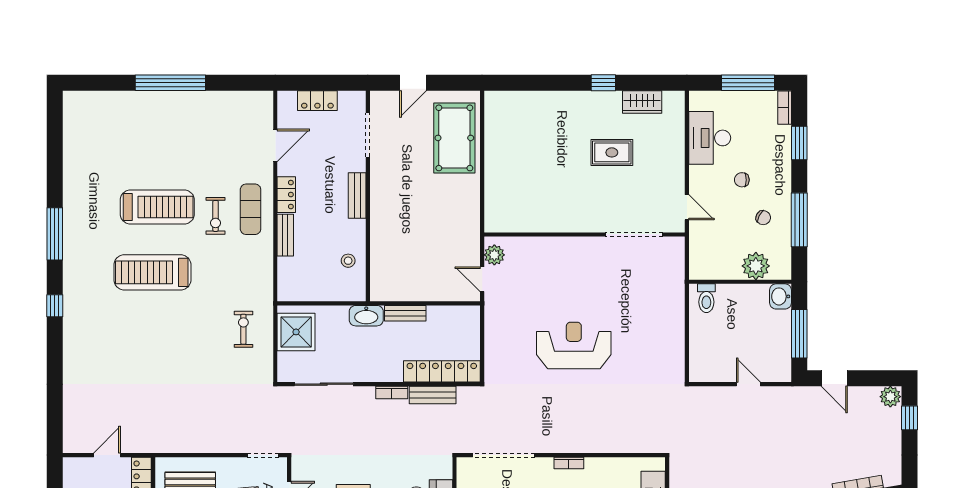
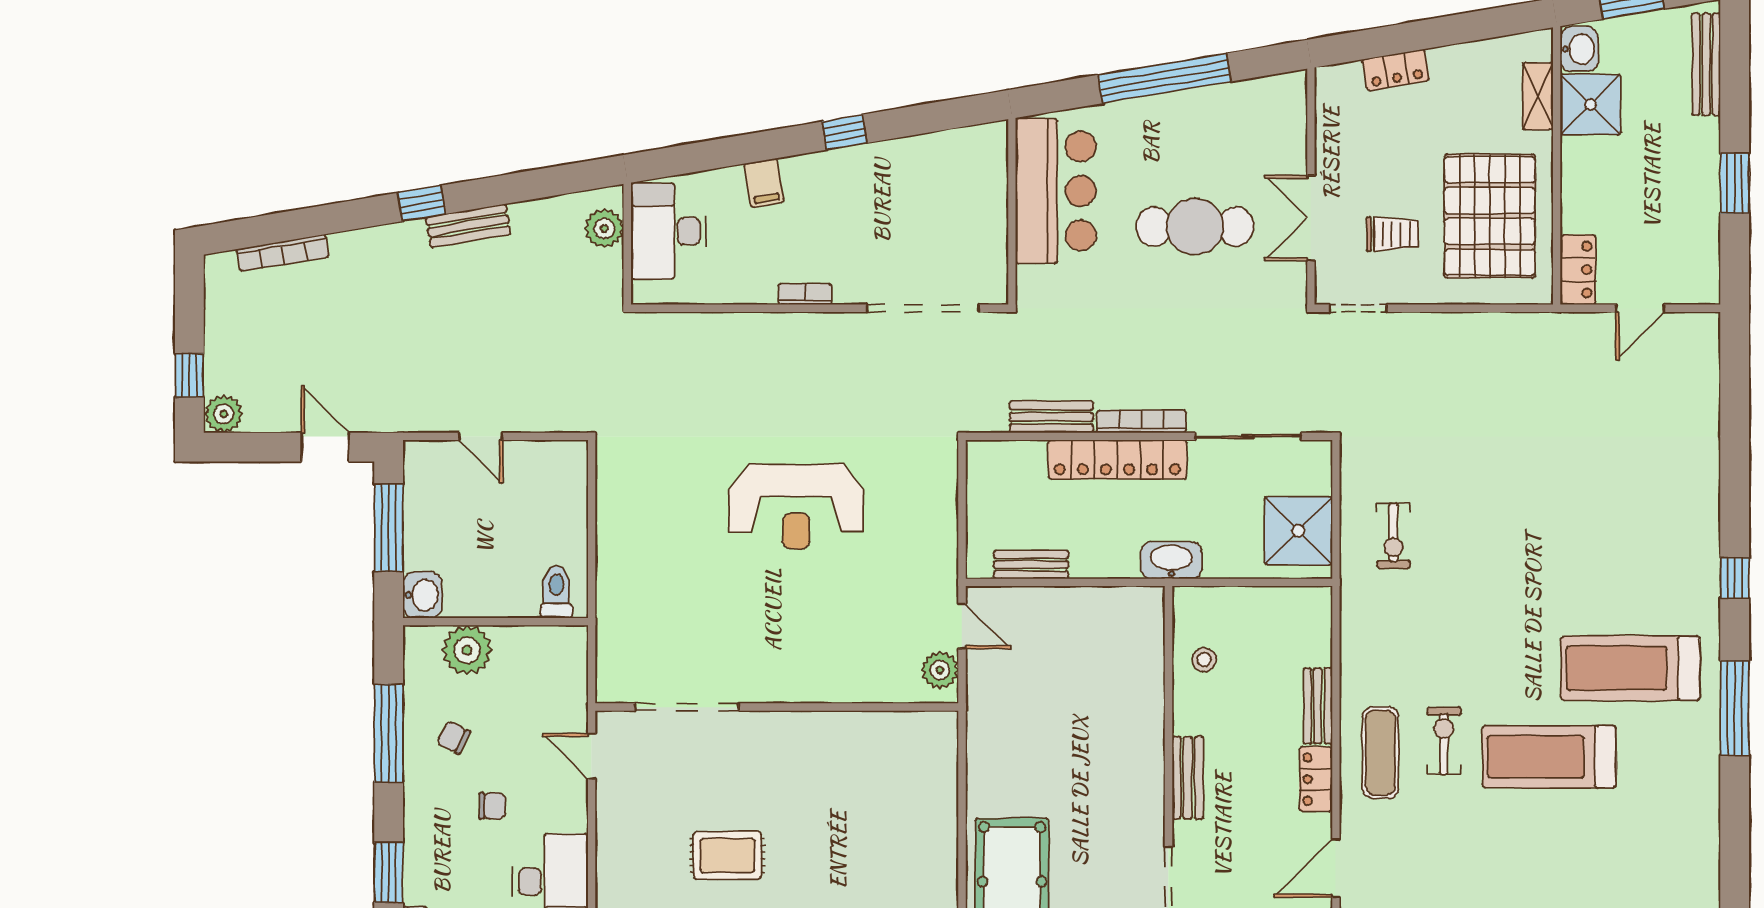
treadmill: (152, 272) -> (1631, 668), moved, turned 180
bench: (405, 313) -> (1031, 565), moved
locker: (442, 371) -> (1117, 460), moved
bookcase: (392, 392) -> (1141, 421), width x1.56

